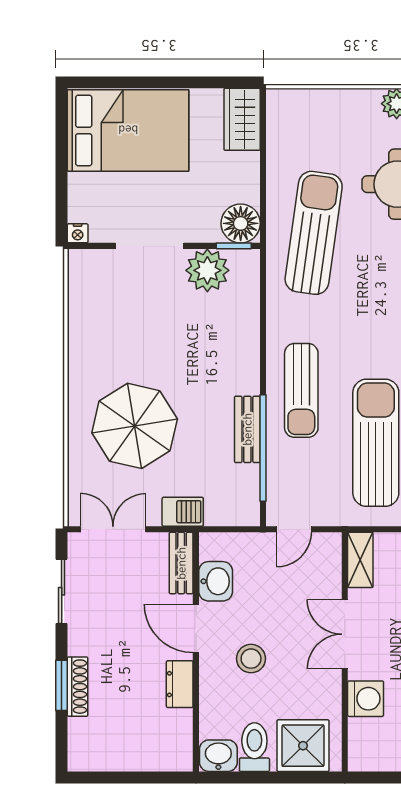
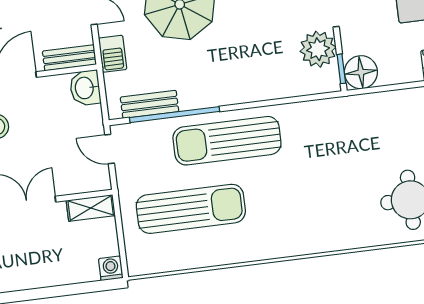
sun lounger: (314, 233) -> (361, 135), removed
sun lounger: (301, 390) -> (227, 141), width x1.36, depth x1.34
bench: (247, 429) -> (150, 104), moved
washbasin: (216, 581) -> (85, 88), moved, turned 90

